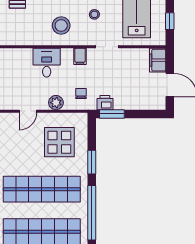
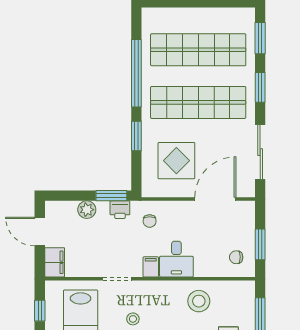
stool: (61, 25) -> (199, 301), moved
desk: (47, 63) -> (176, 259), moved
chair: (11, 64) -> (236, 257), added
plant: (56, 103) -> (87, 210), moved
door: (28, 111) -> (215, 199), width x1.87

